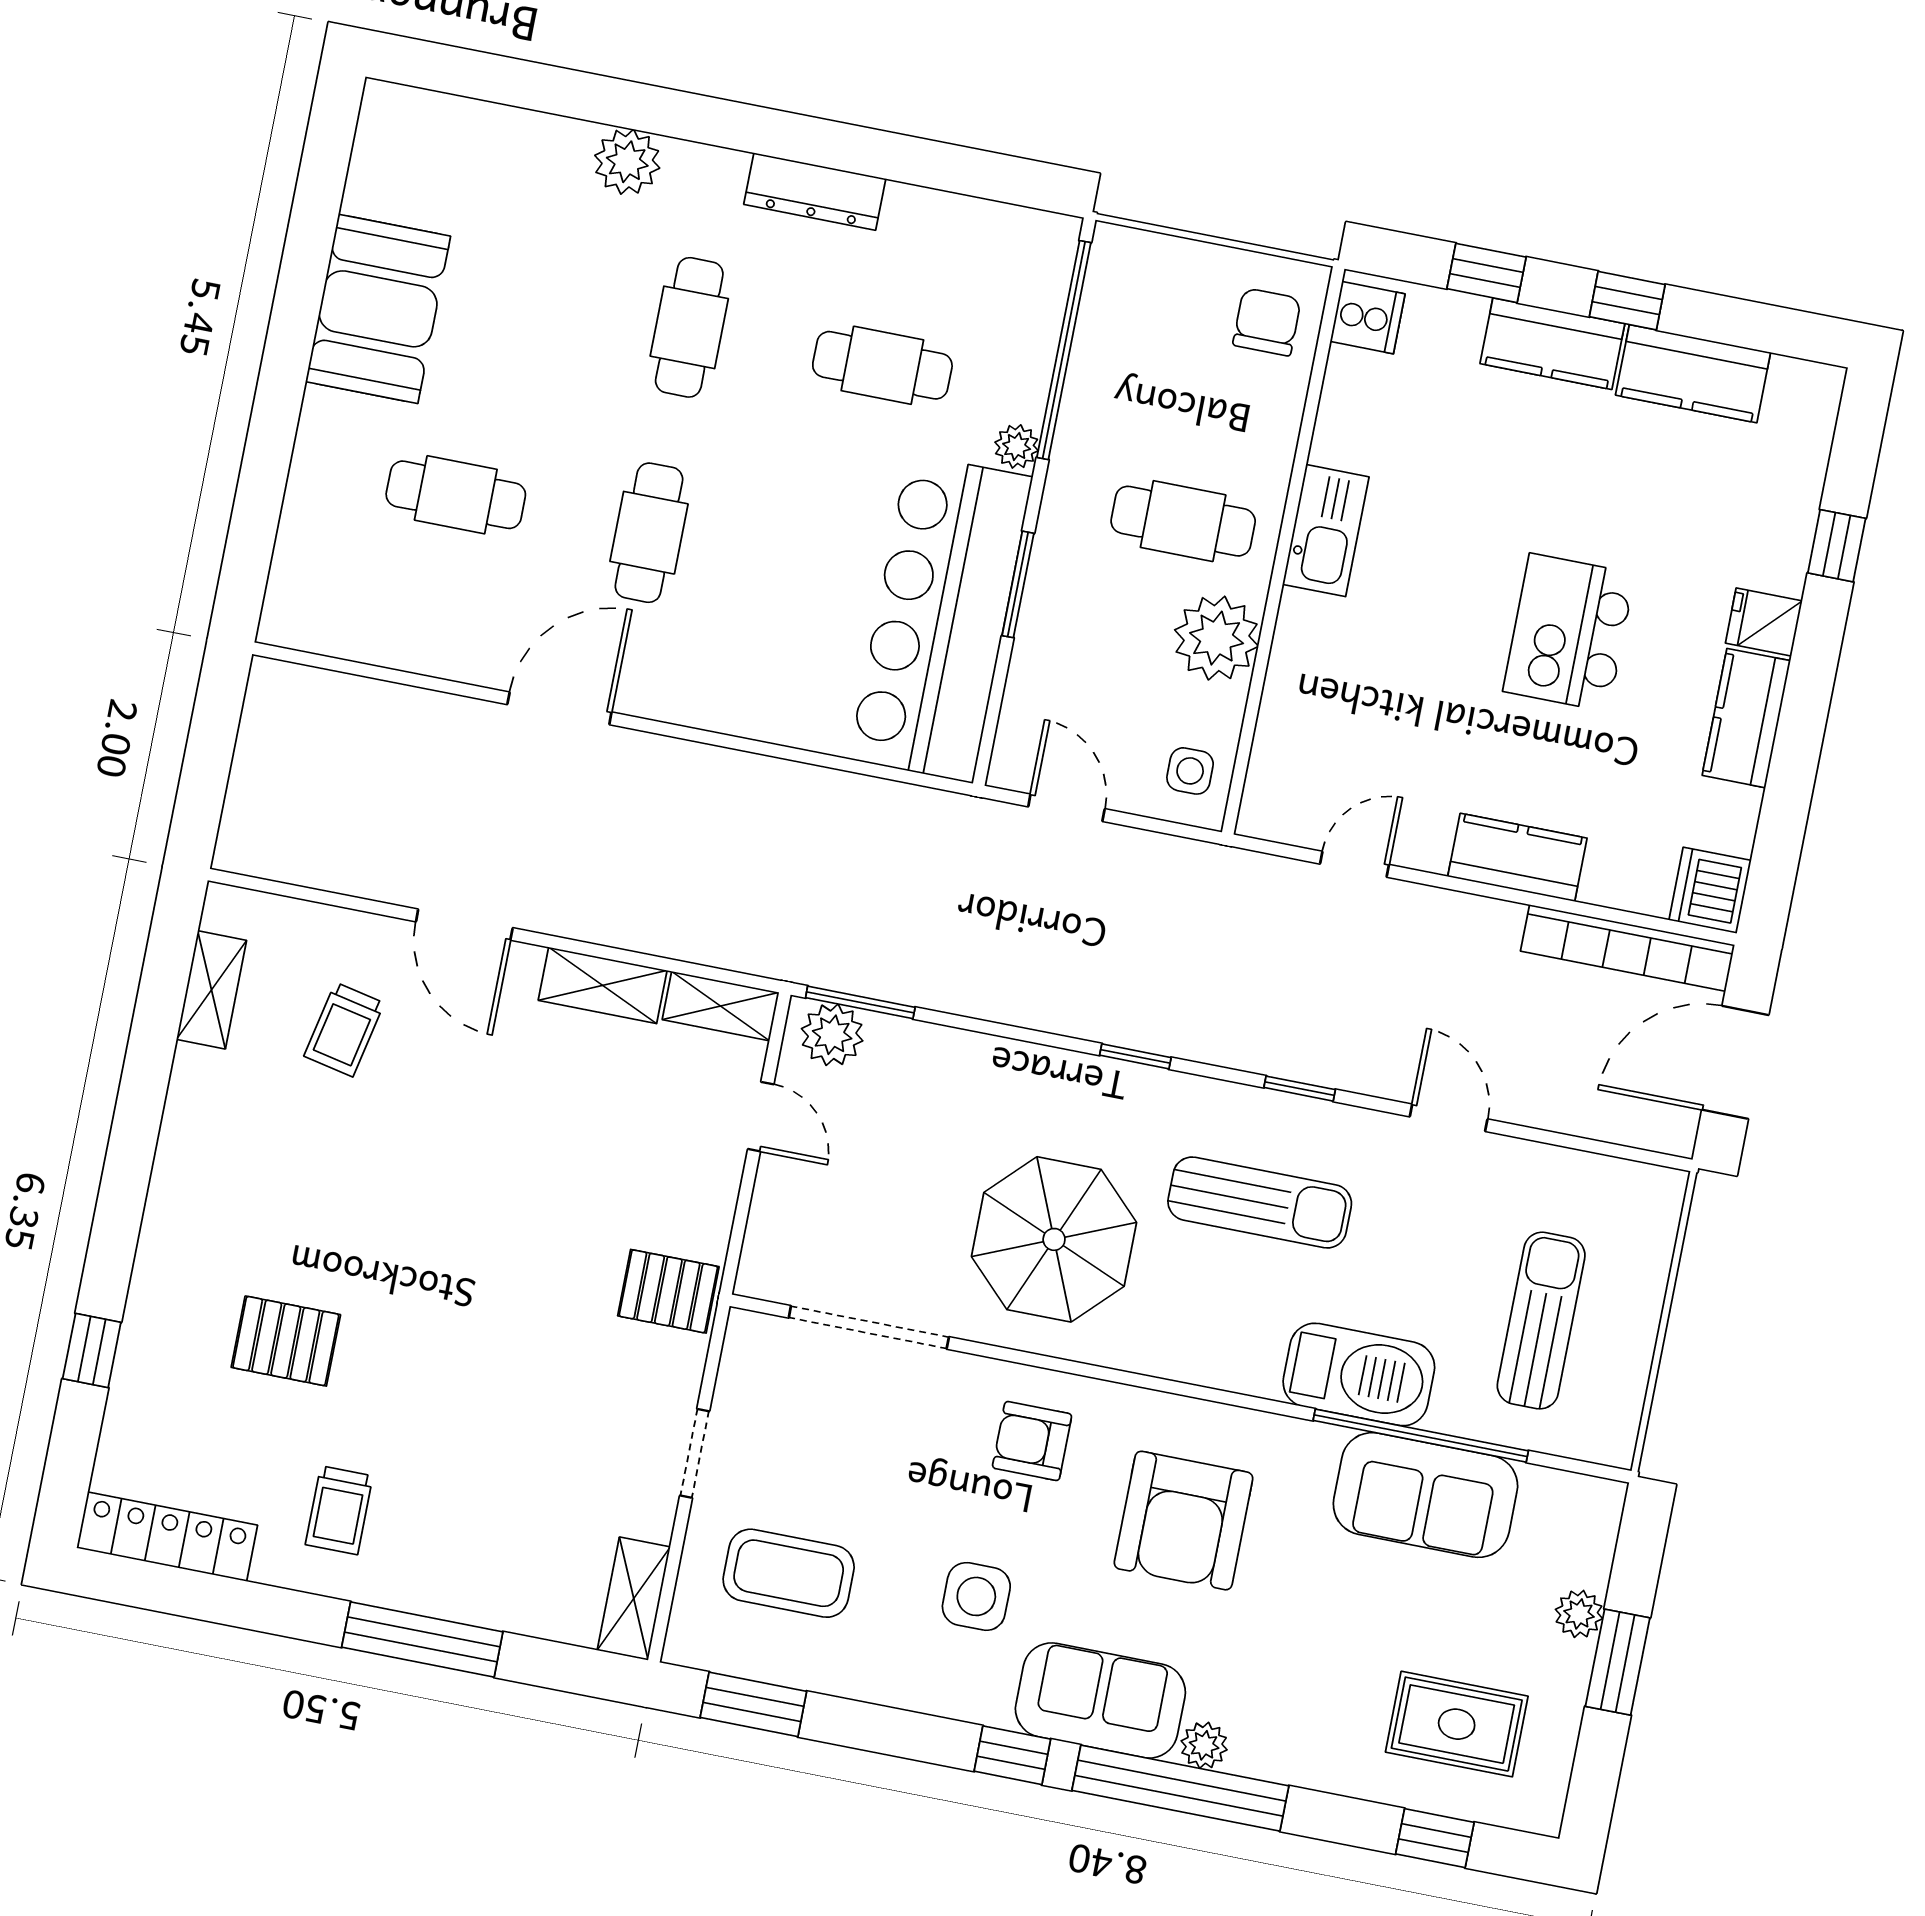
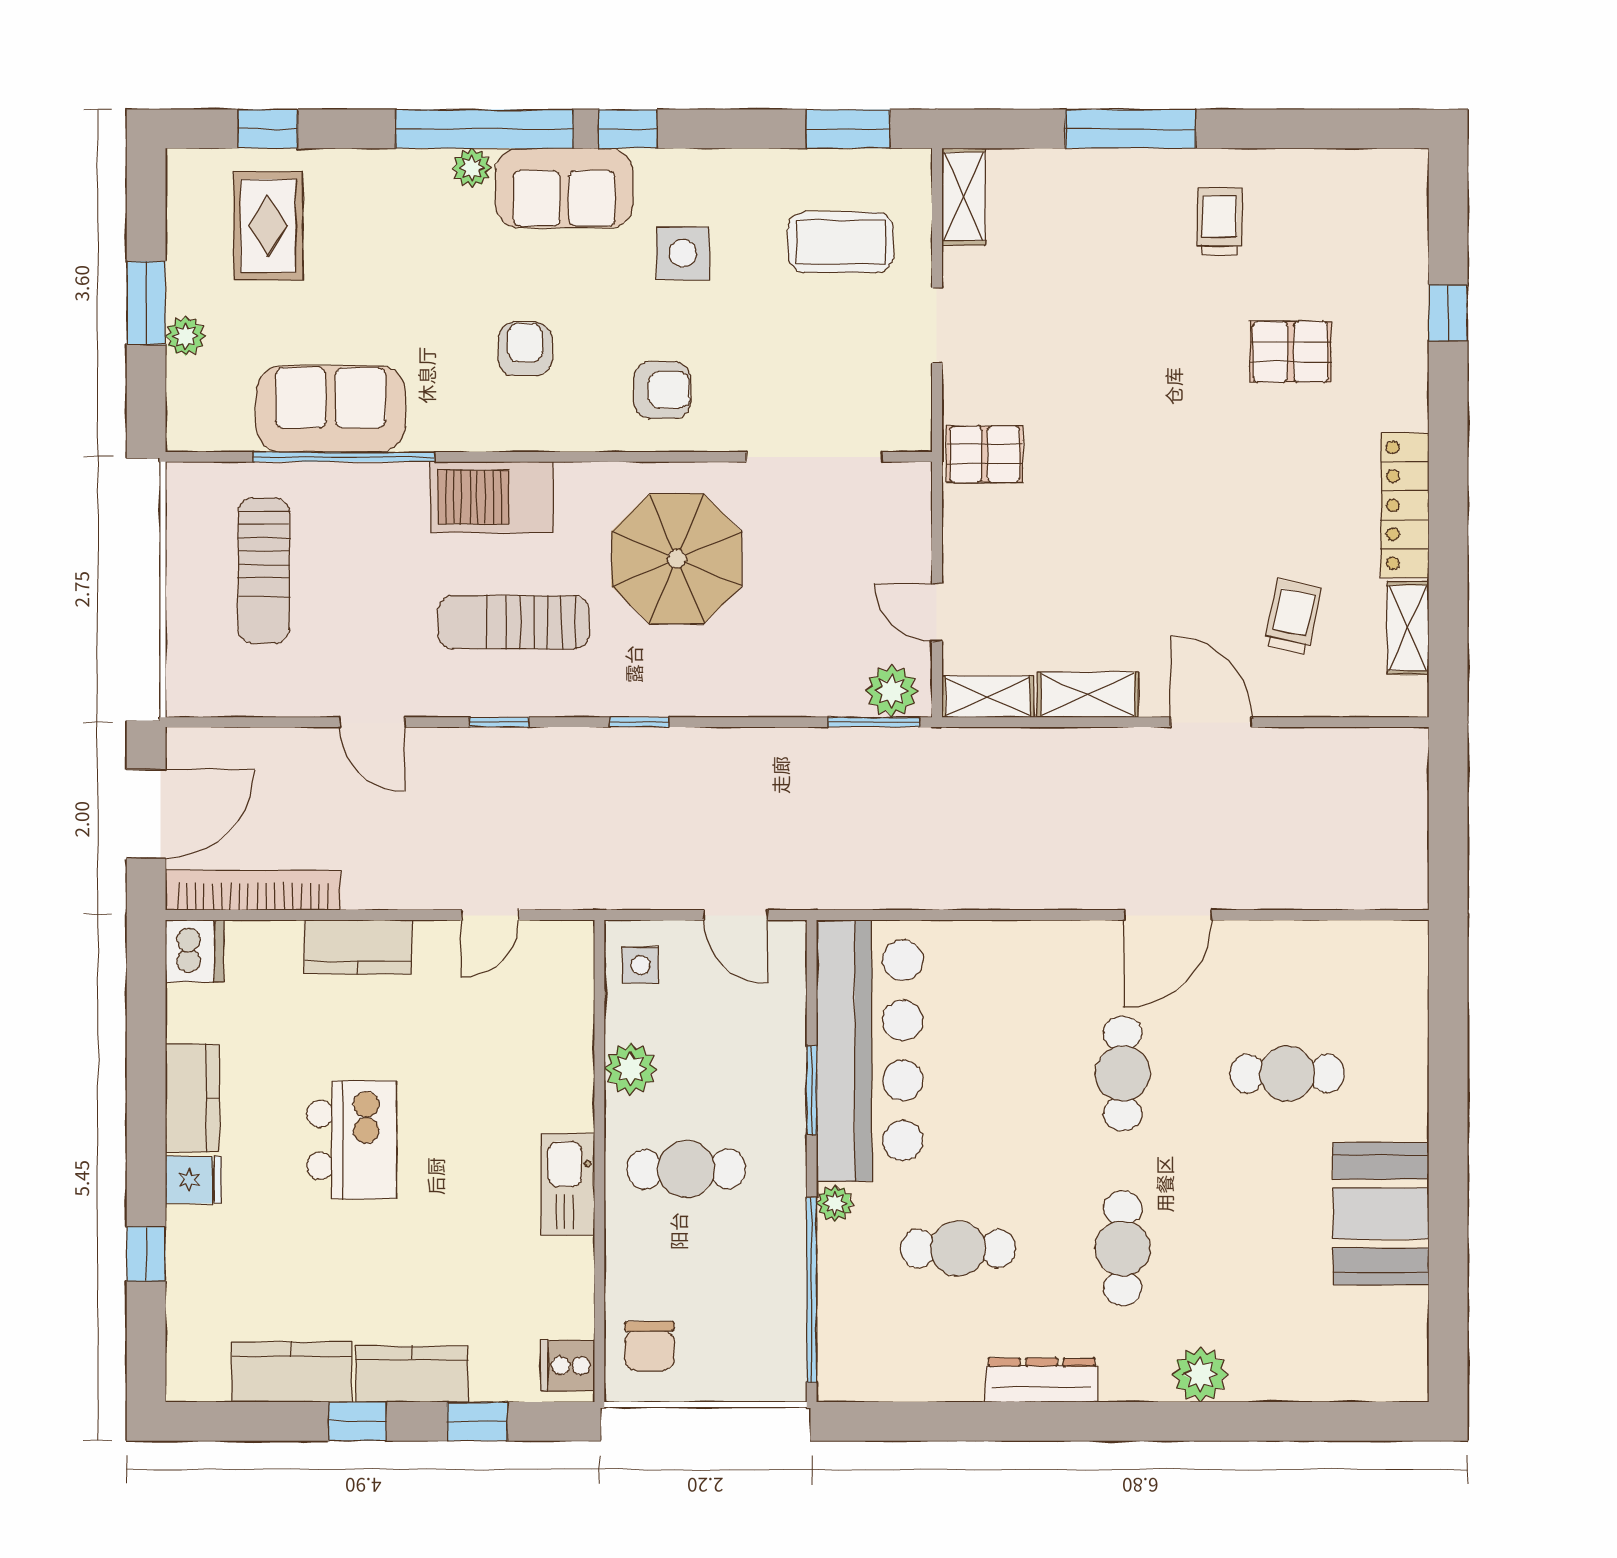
plant: (1217, 638) -> (630, 1069), width x0.73, depth x0.73
barbecue: (1359, 1374) -> (492, 497), moved
armchair: (1184, 1521) -> (525, 349), width x0.53, depth x0.53
locker: (167, 1537) -> (1405, 505), moved, turned 90
rug: (1457, 1724) -> (268, 226), turned 90

